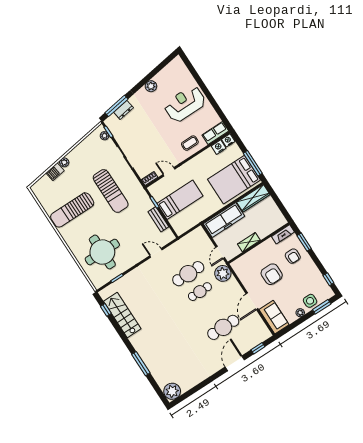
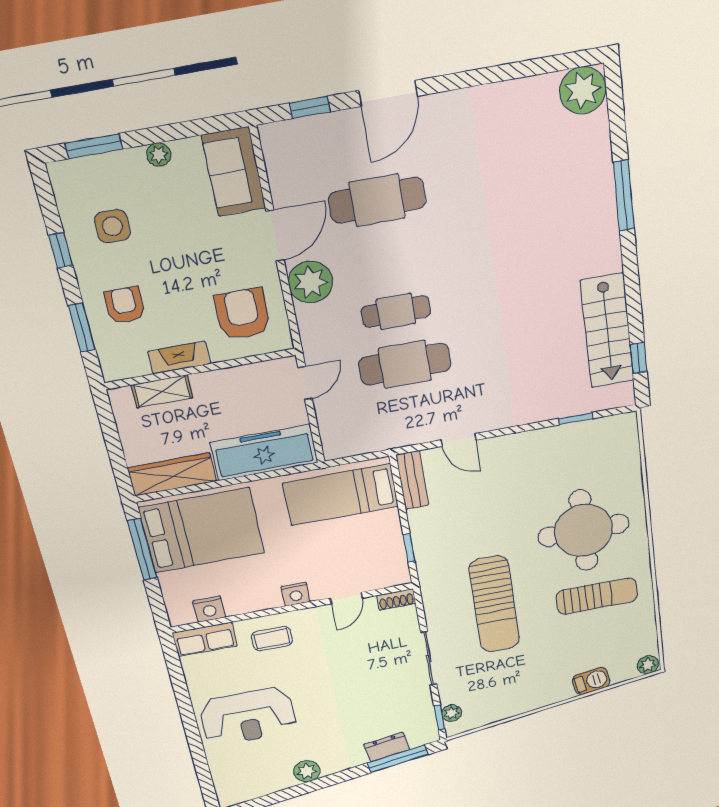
nightstand: (228, 140) -> (296, 594), moved
plant: (64, 162) -> (648, 665), moved
door: (169, 172) -> (346, 598), hinge flipped
sun lounger: (111, 191) -> (494, 604), turned 180
bed: (180, 200) -> (341, 495), moved
sun lounger: (72, 210) -> (597, 596), width x0.73, depth x0.75
bench: (158, 219) -> (412, 480), moved
fireplace: (283, 234) -> (179, 358), moved
shelving: (249, 242) -> (162, 391), moved
round table: (102, 252) -> (583, 530), moved
plant: (223, 273) -> (310, 282), moved
armchair: (272, 274) -> (243, 314), moved
window: (328, 279) -> (61, 250), moved
side table: (310, 301) -> (112, 226), moved

